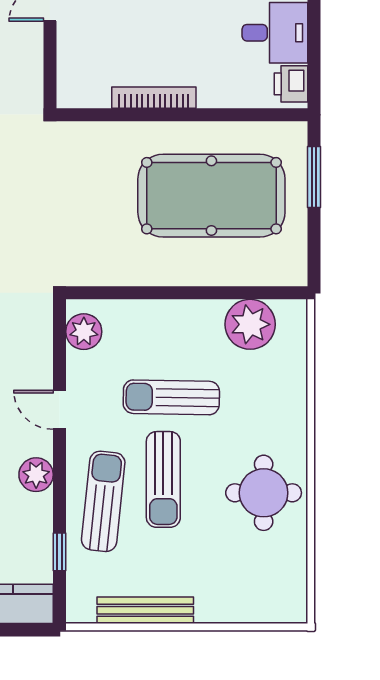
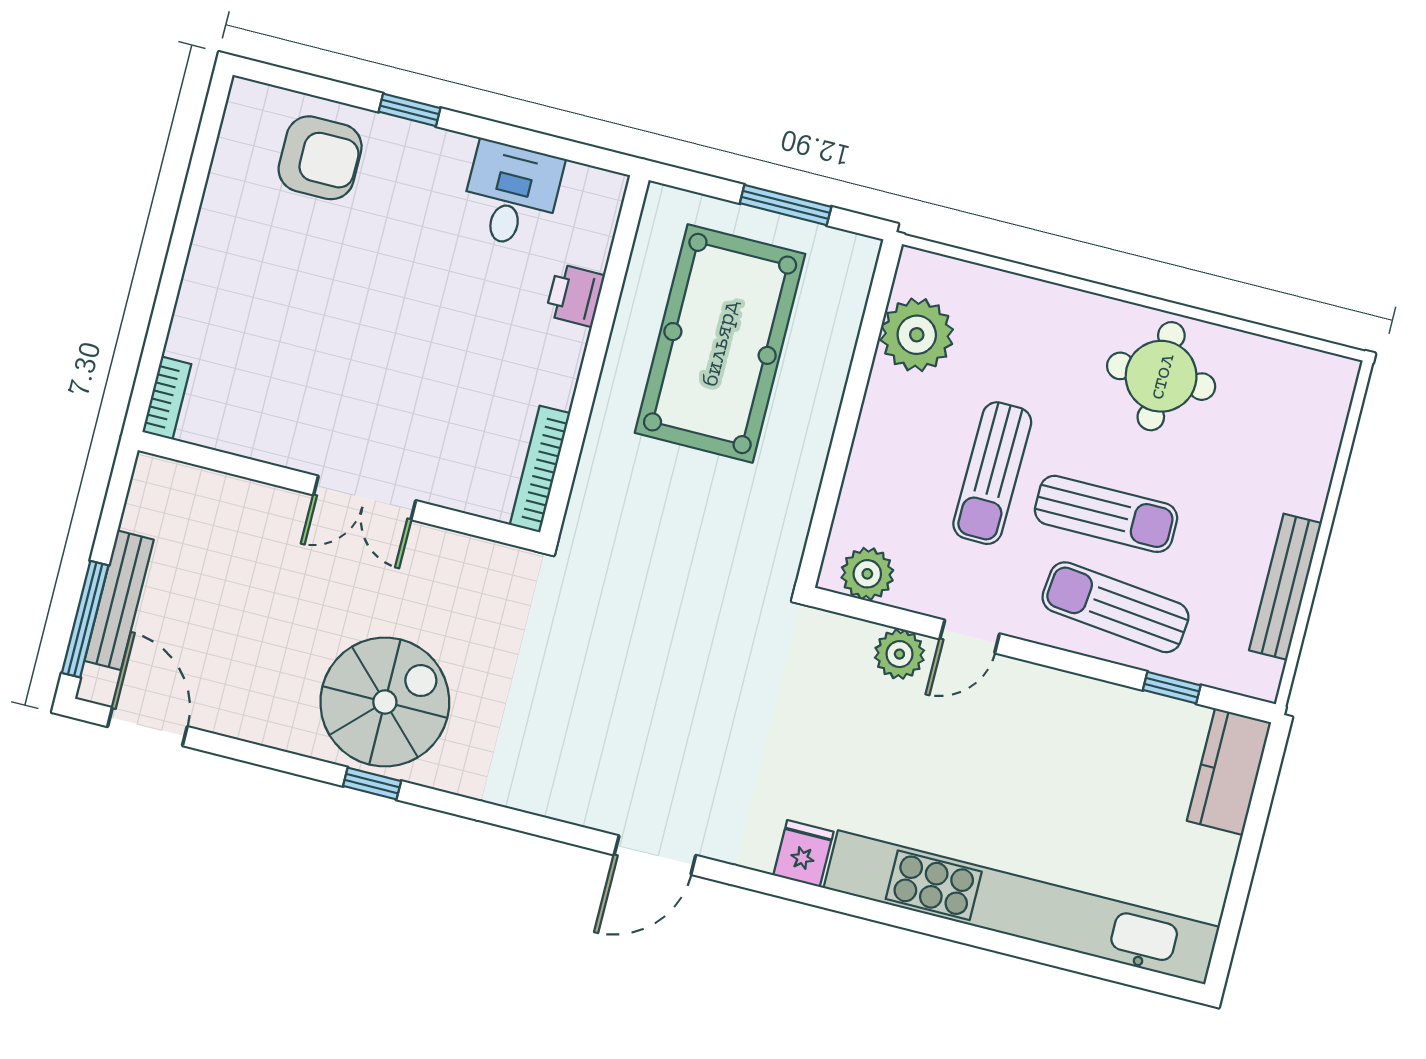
printer: (291, 84) -> (575, 295), moved, turned 90
bookcase: (154, 98) -> (540, 469), moved
window: (314, 177) -> (786, 205), moved
plant: (36, 475) -> (899, 654), moved

